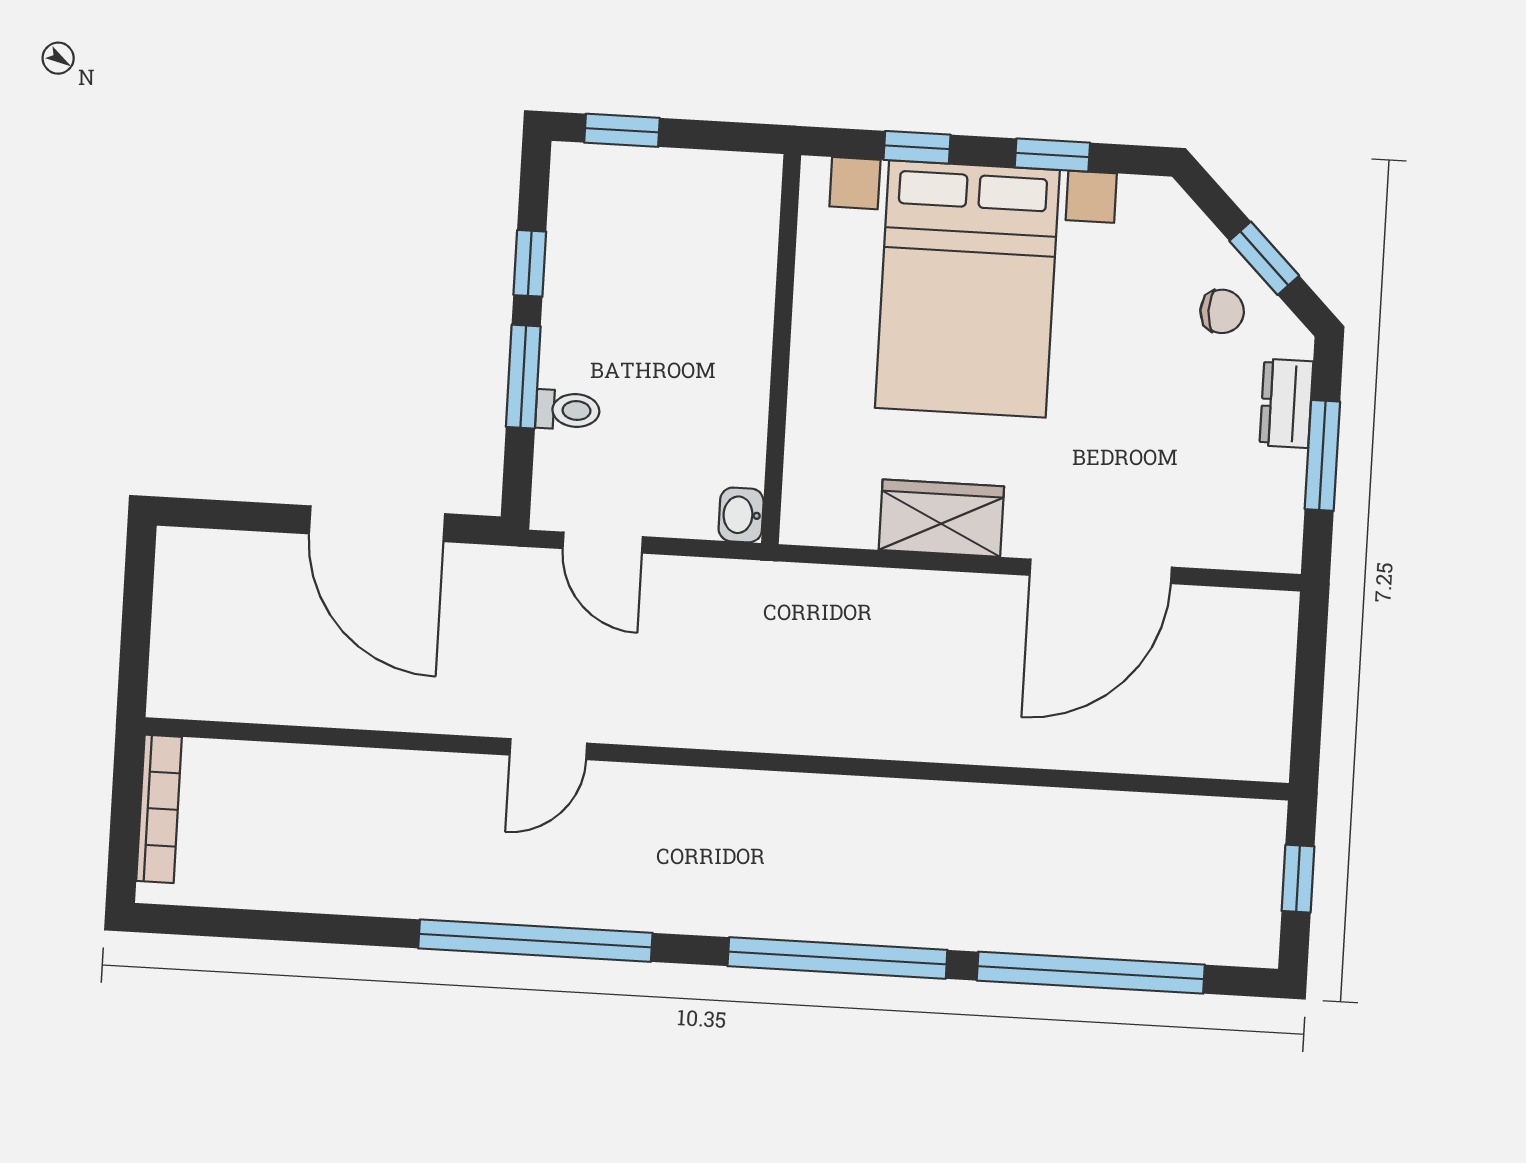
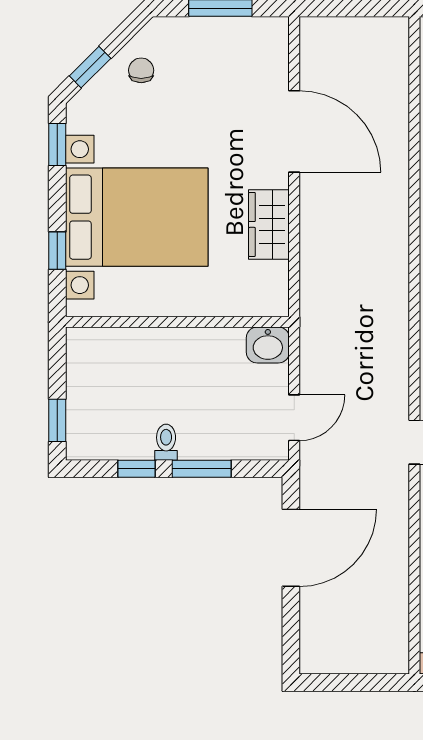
window: (1052, 155) -> (57, 144), moved
window: (1264, 258) -> (90, 67), moved
dresser: (1286, 403) -> (192, 30), removed
toilet: (568, 410) -> (166, 442), moved
washbasin: (741, 515) -> (268, 345), width x1.38, depth x1.45

